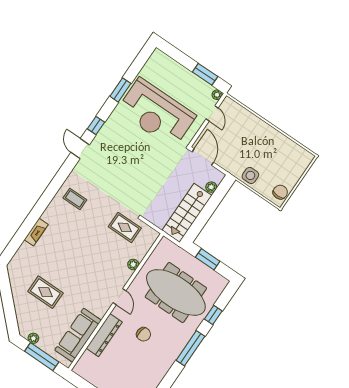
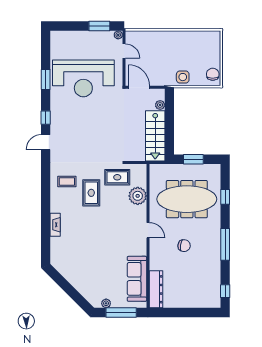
door: (80, 149) -> (46, 142), hinge flipped
plant: (133, 264) -> (138, 196), width x1.87, depth x1.87
rug: (45, 292) -> (91, 193), moved, turned 90
dresser: (104, 335) -> (156, 289), moved
window: (190, 348) -> (225, 244), moved

